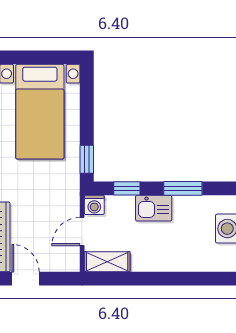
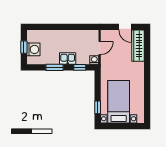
window: (87, 159) -> (98, 107), moved
shelving: (107, 262) -> (88, 35), removed

